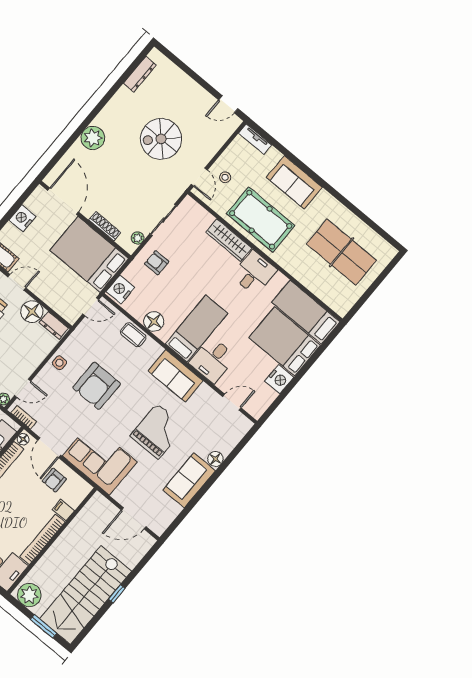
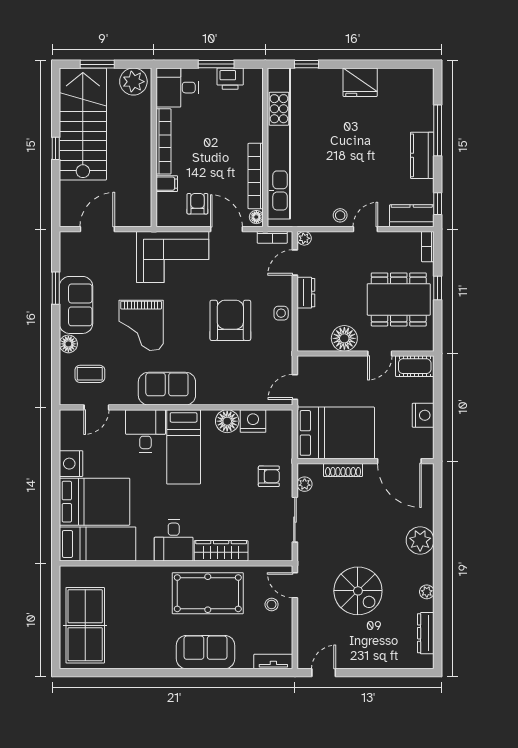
plant: (117, 101) -> (427, 592), added
spiral stairs: (161, 139) -> (358, 591), turned 90
table tennis table: (341, 252) -> (85, 625), moved, turned 90
nightstand: (120, 290) -> (253, 421), moved, turned -90
dresser: (54, 325) -> (306, 293), moved, turned 90
coffee table: (133, 335) -> (90, 374), moved
window: (193, 502) -> (56, 288), added

